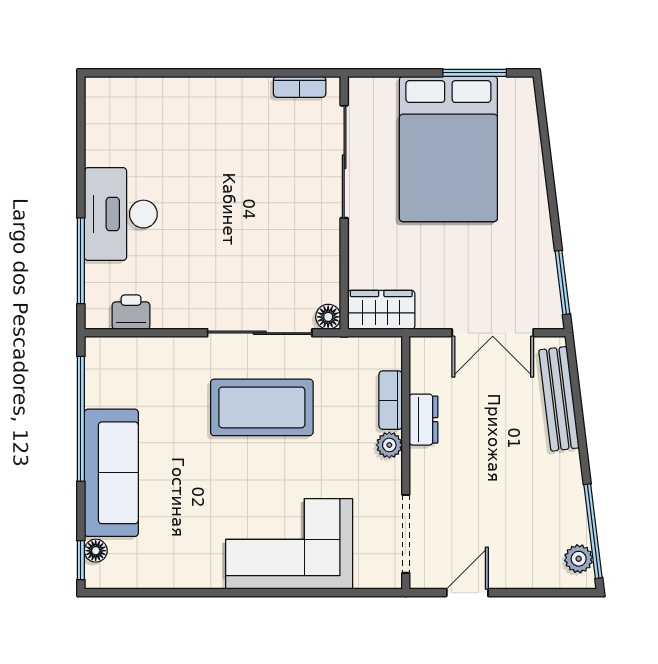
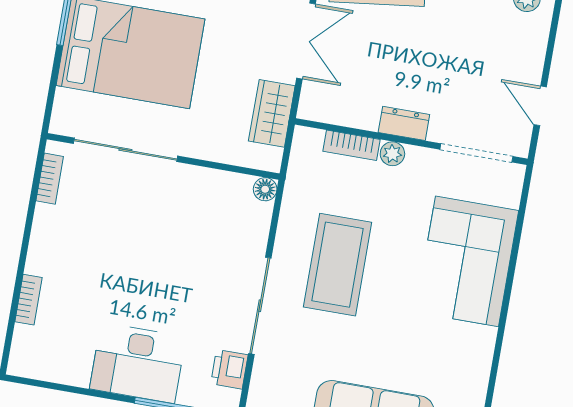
bookcase: (168, 87) -> (28, 300), added
wardrobe: (381, 310) -> (272, 113), moved
sliding door: (260, 333) -> (260, 306), moved
dresser: (424, 420) -> (404, 123), moved

